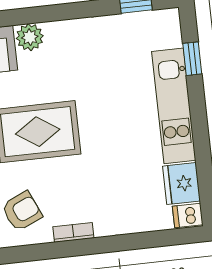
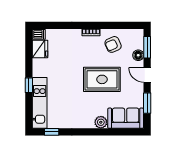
window: (192, 59) -> (29, 85), moved
kitchen unit: (174, 106) -> (40, 103), moved

